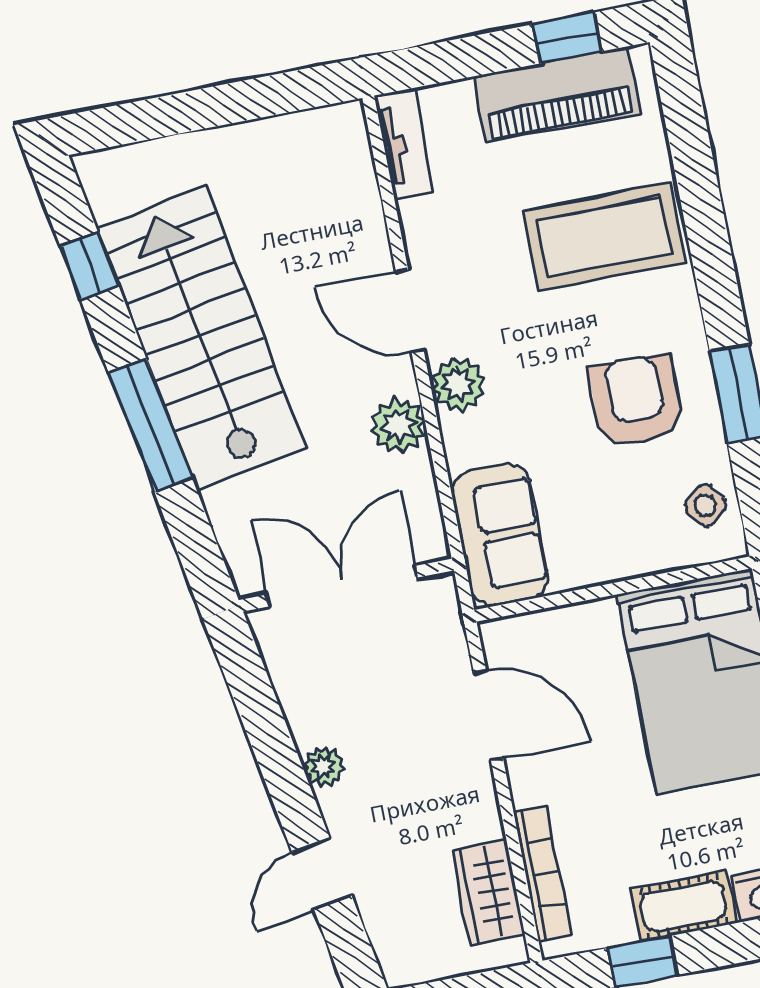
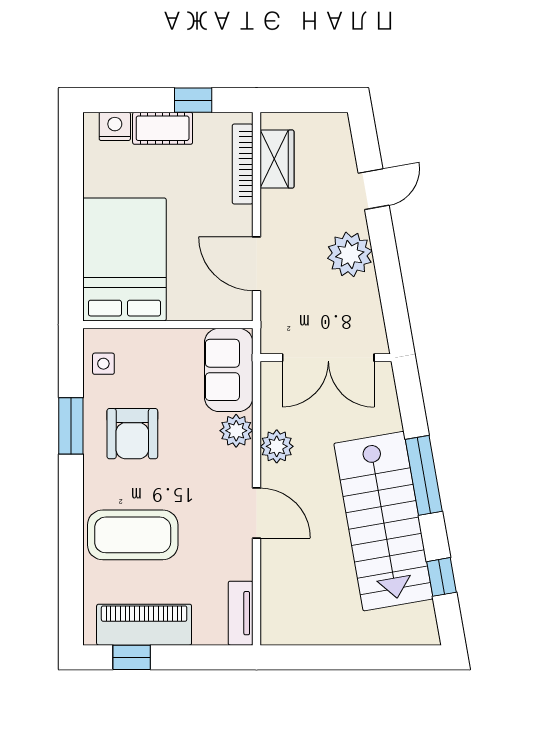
plant: (458, 385) -> (236, 431), moved
side table: (705, 505) -> (103, 364), turned 37
plant: (324, 767) -> (350, 254), width x1.87, depth x1.87

